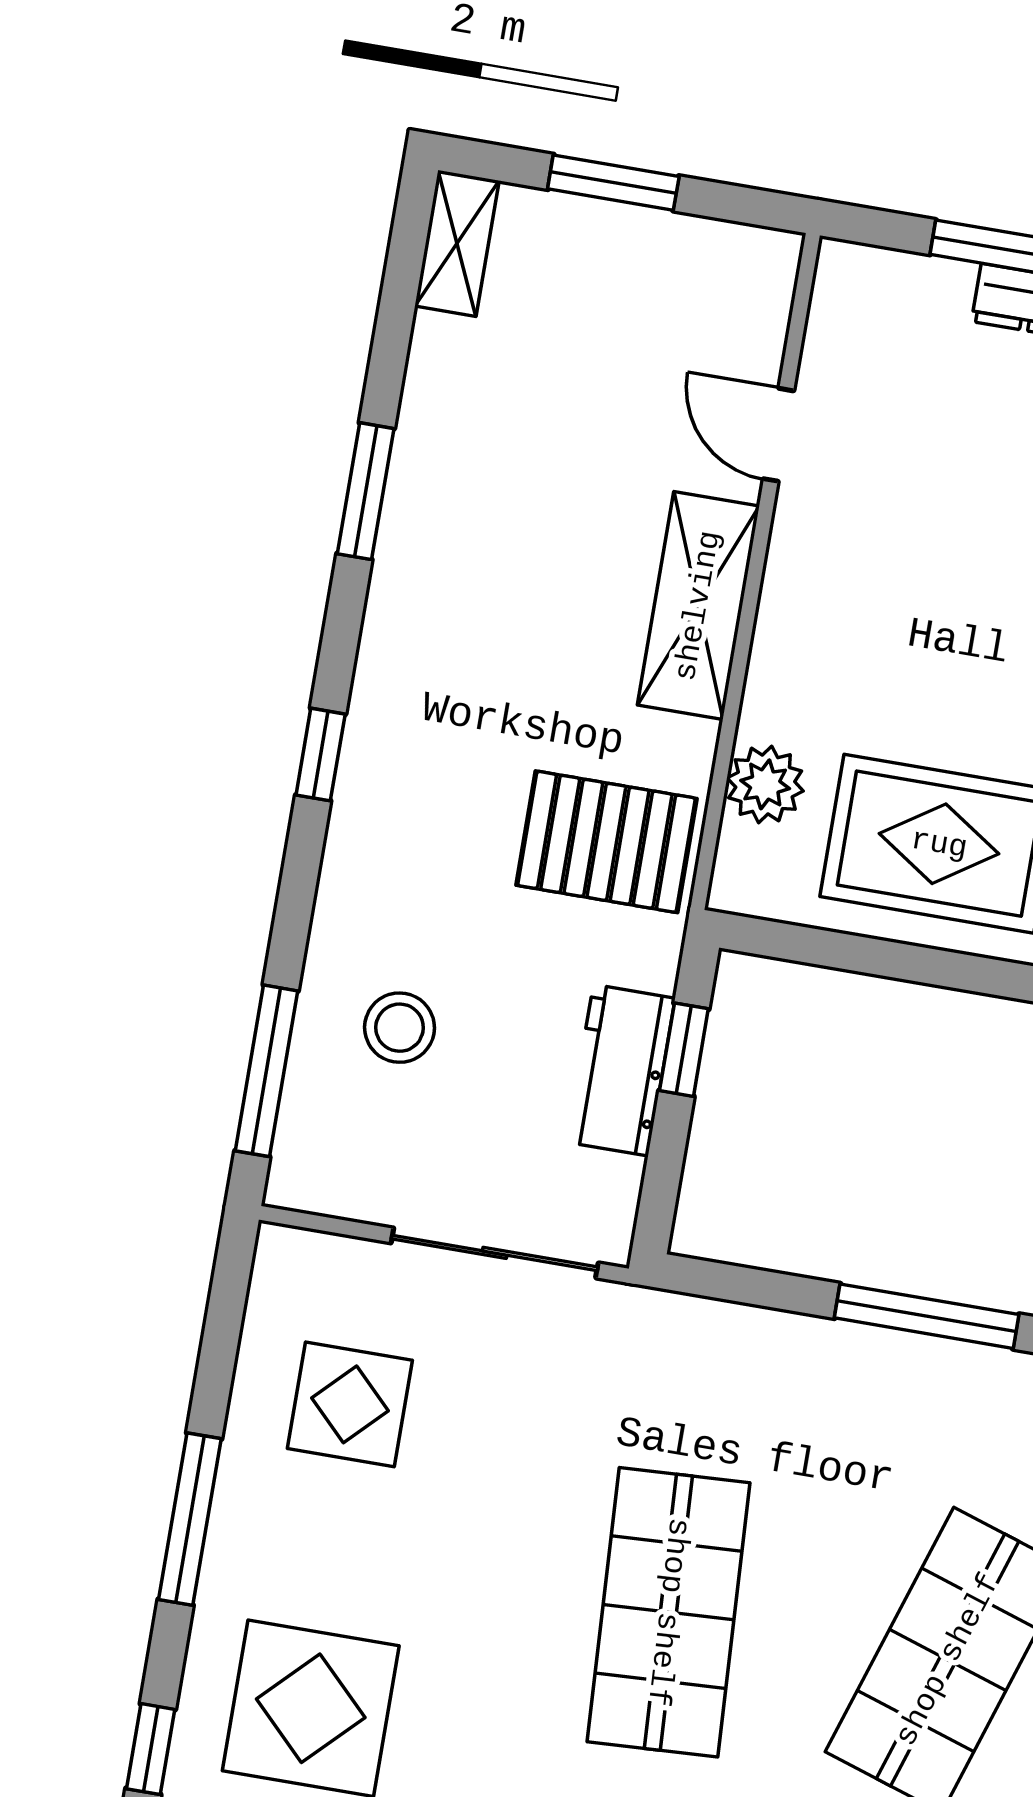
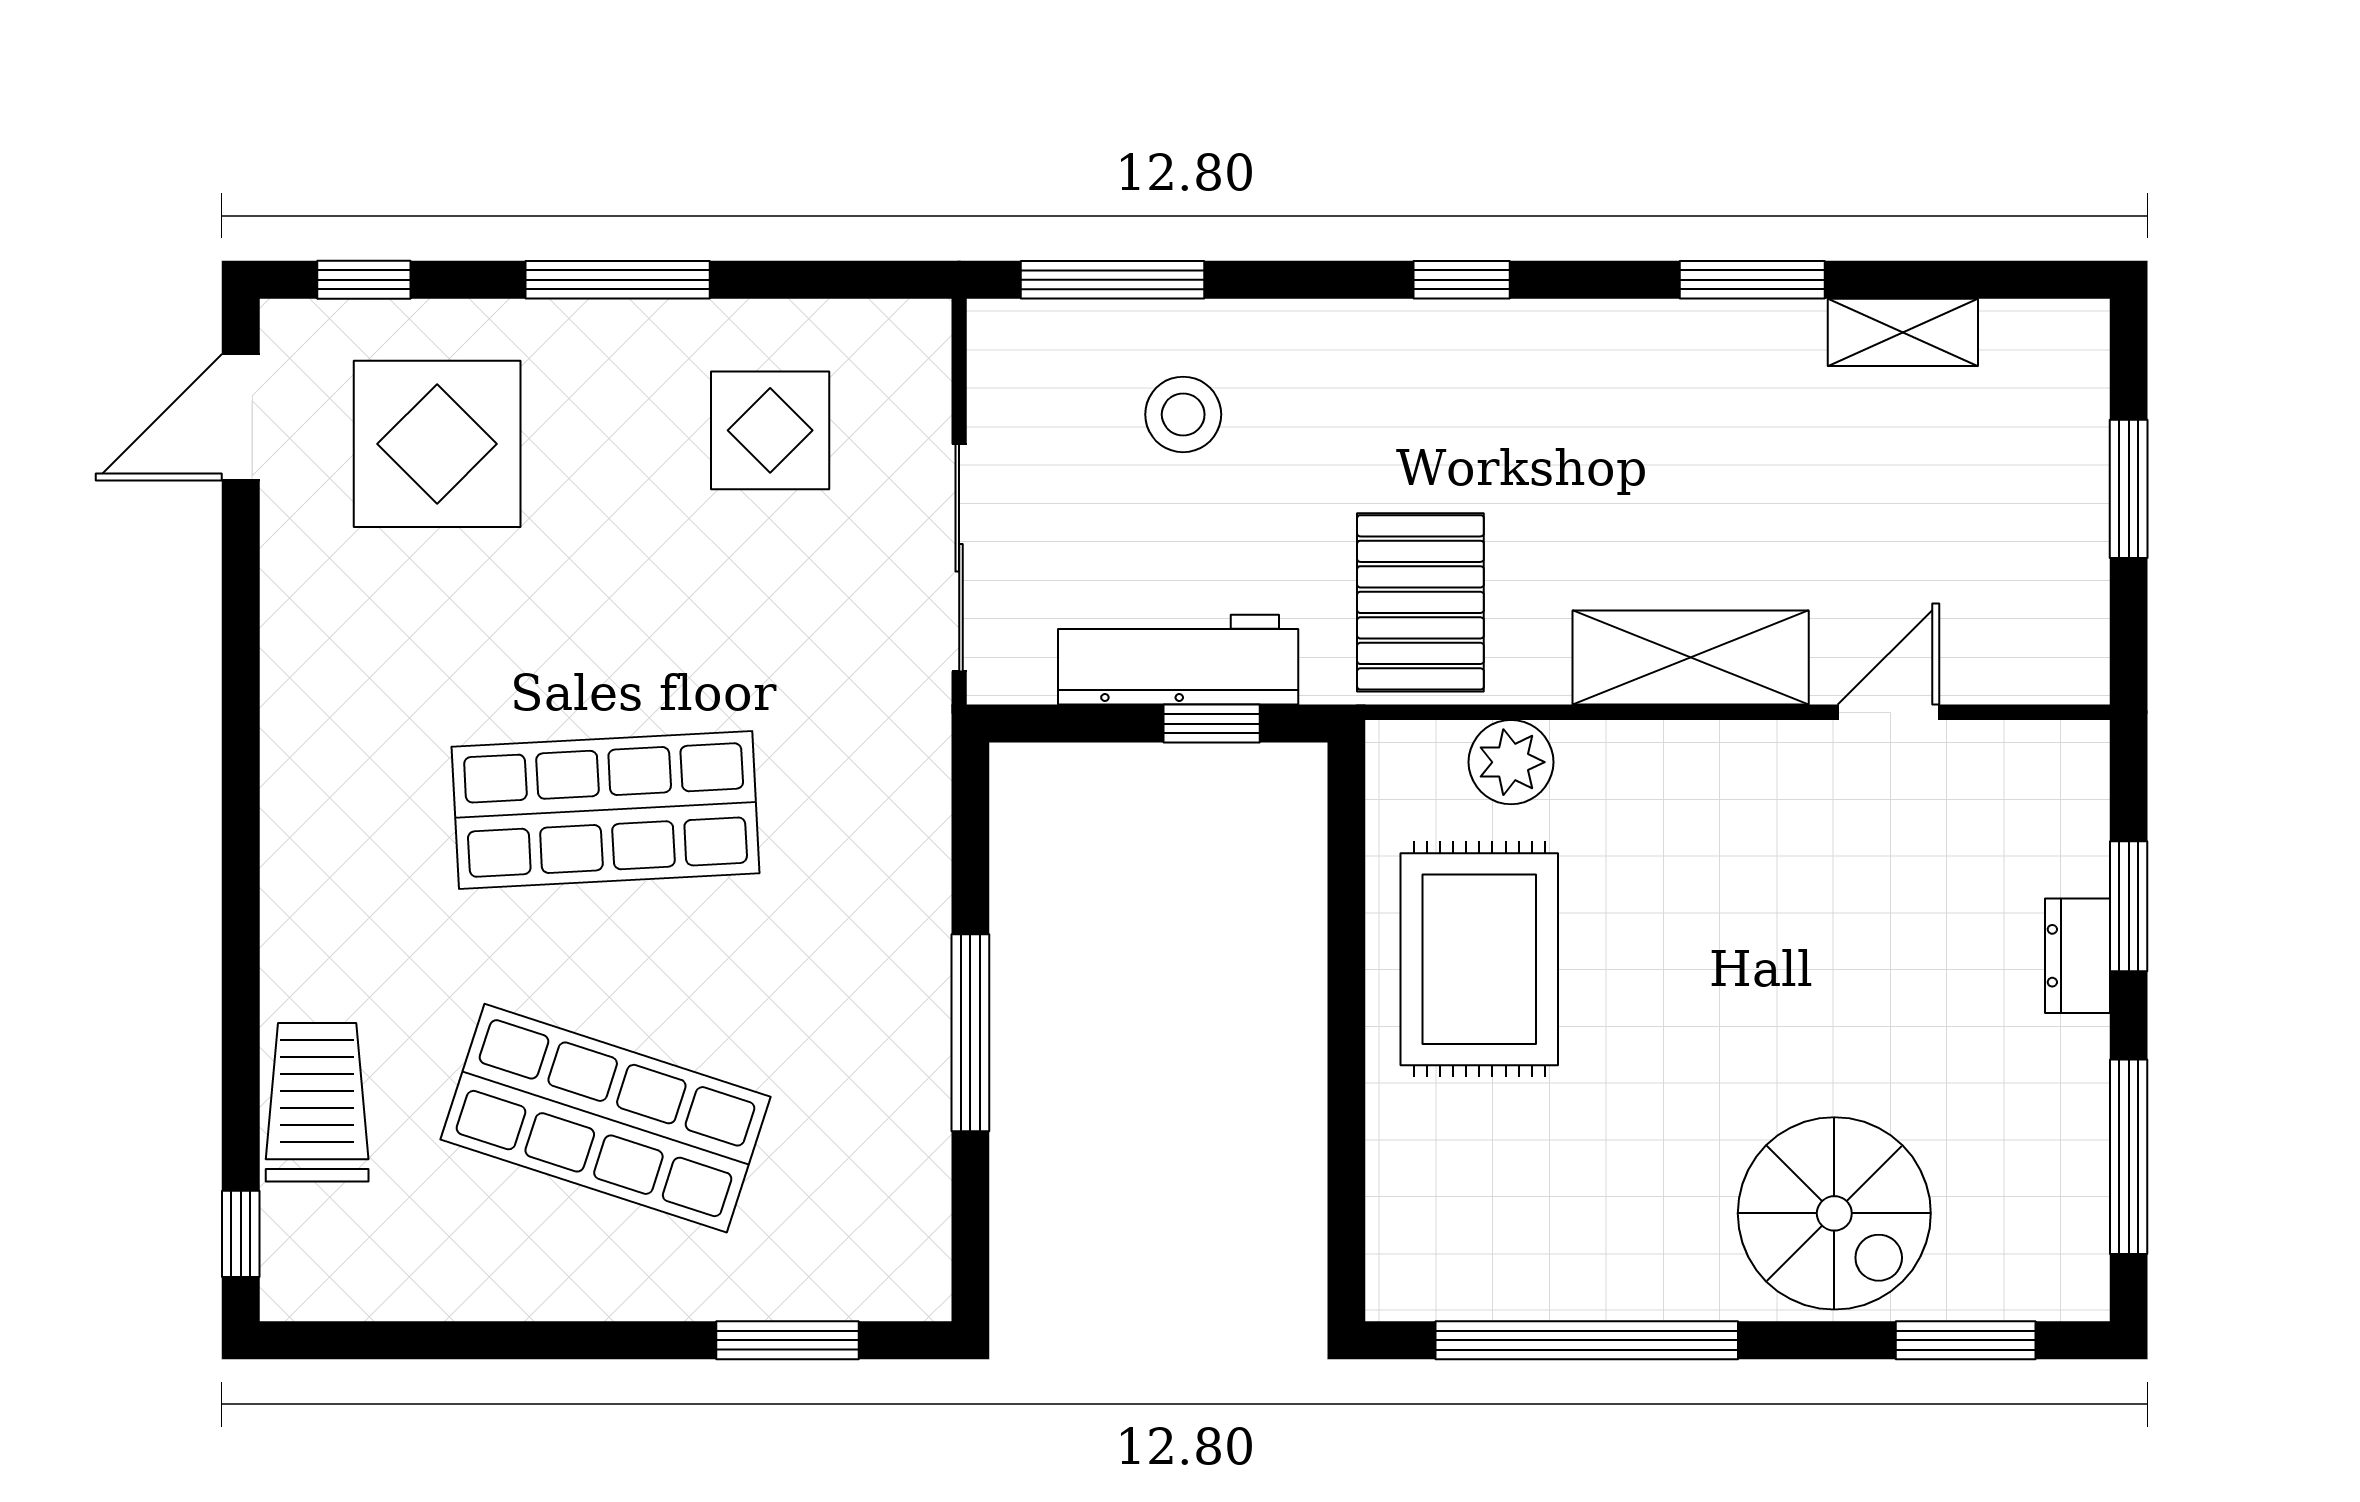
shelving: (457, 243) -> (1903, 332), moved
workbench: (621, 1070) -> (1178, 660), width x1.38

